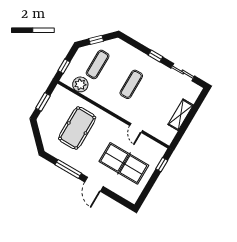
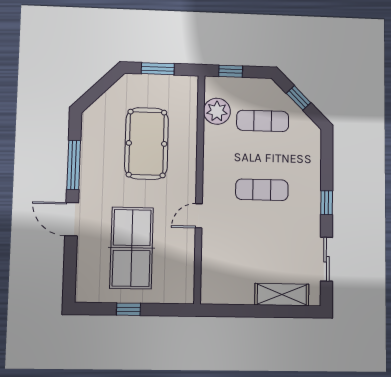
shelving: (181, 115) -> (282, 295), moved
pool table: (77, 128) -> (147, 143), turned 90
door: (136, 128) -> (199, 216), moved
window: (162, 165) -> (128, 309), moved
door: (94, 184) -> (72, 219), hinge flipped

